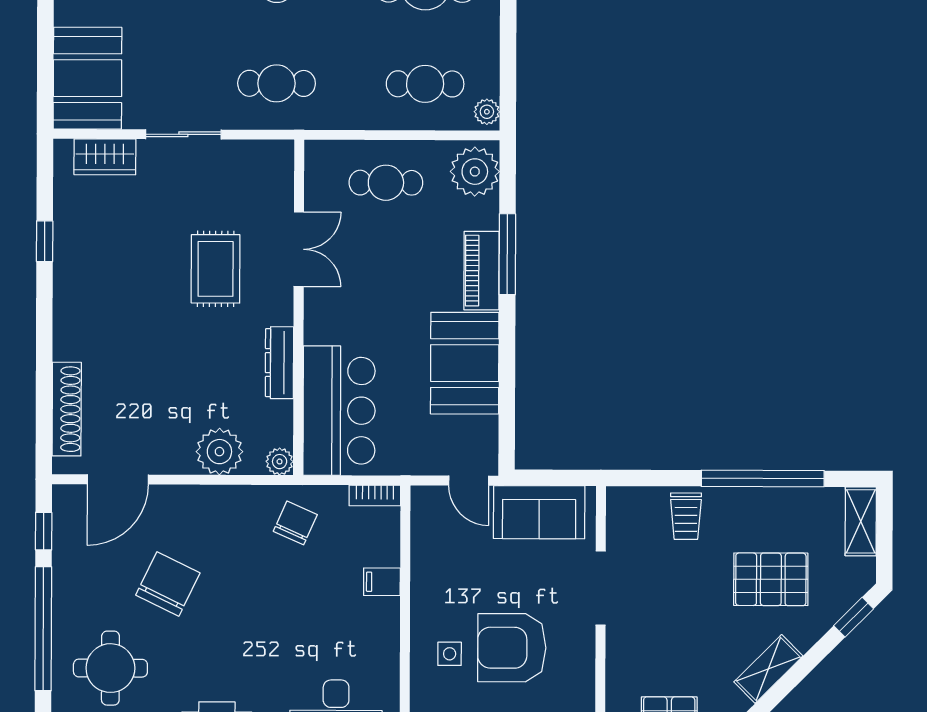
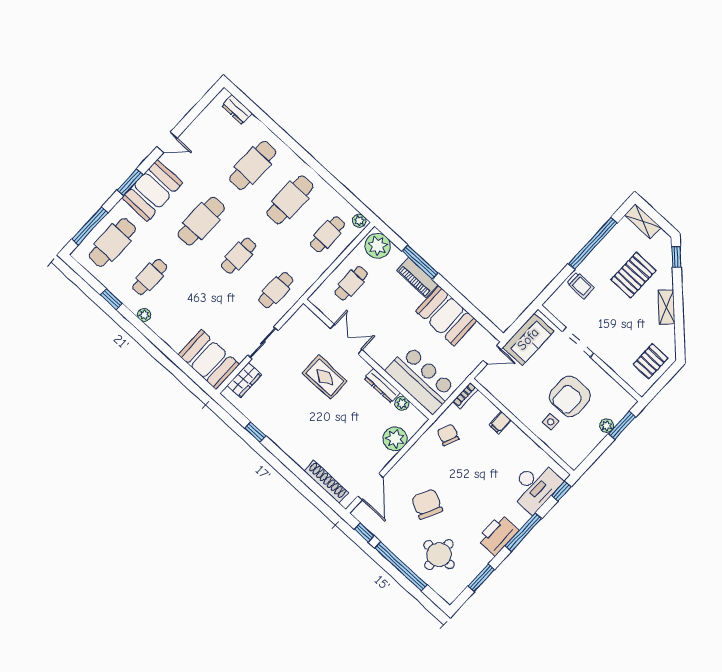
plant: (280, 462) -> (402, 403), moved

